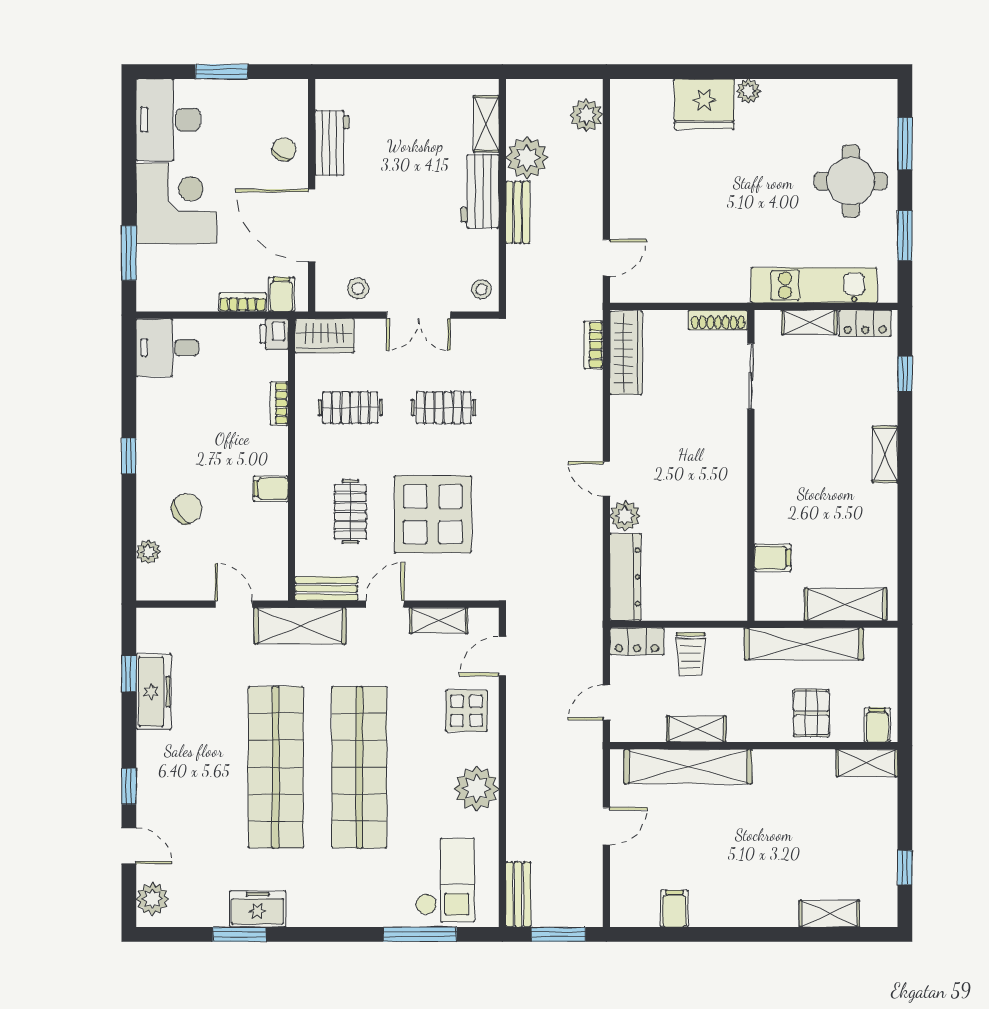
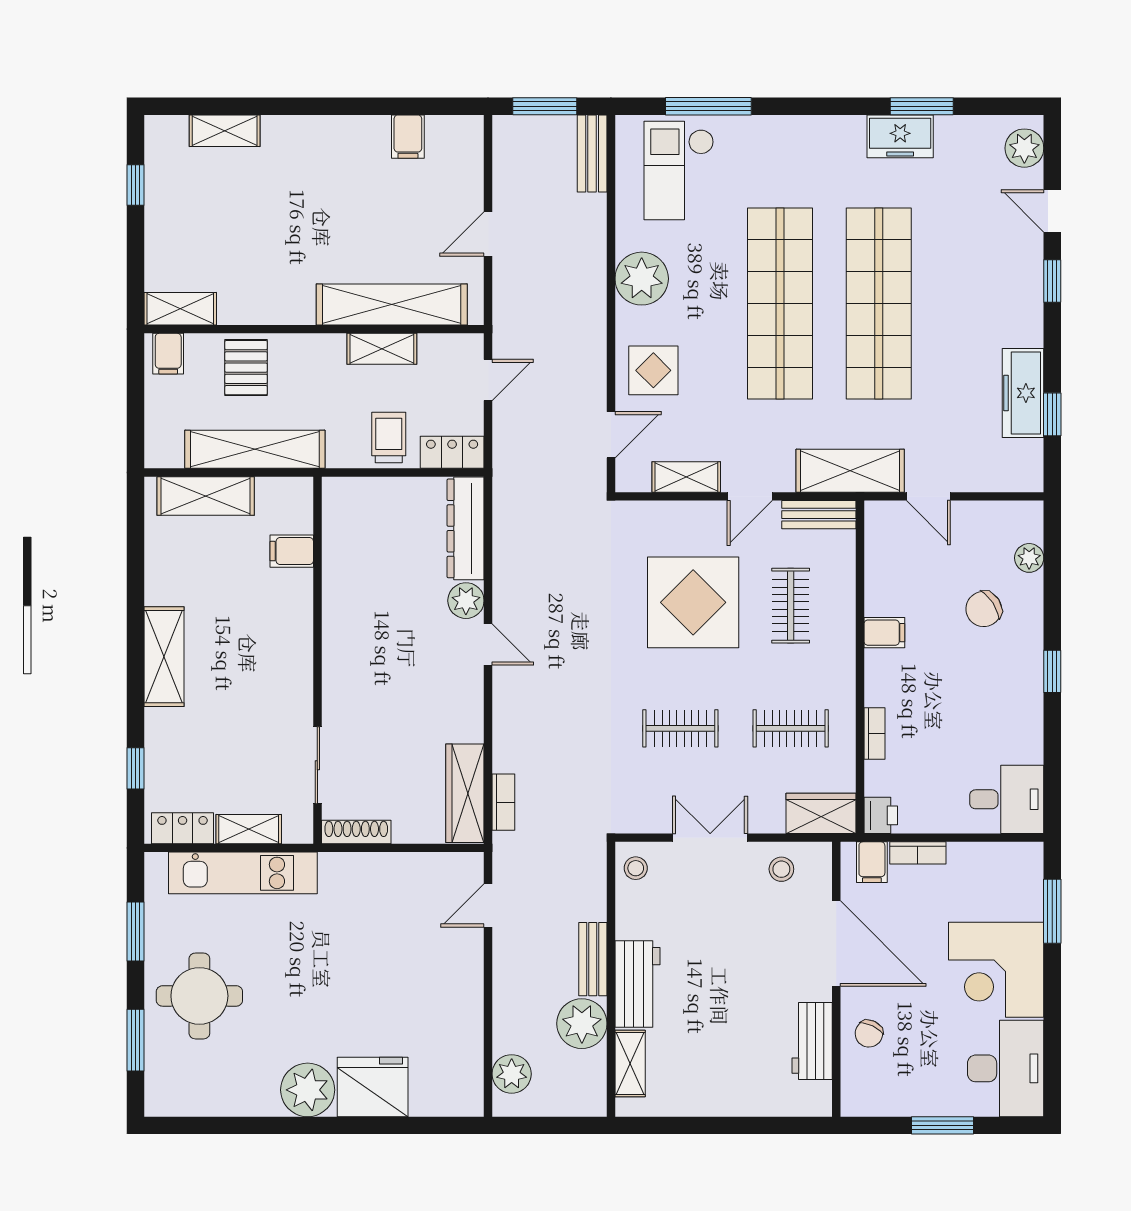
plant: (749, 91) -> (308, 1090), width x1.88, depth x1.88
shelving: (885, 454) -> (164, 657), width x1.50, depth x1.33

